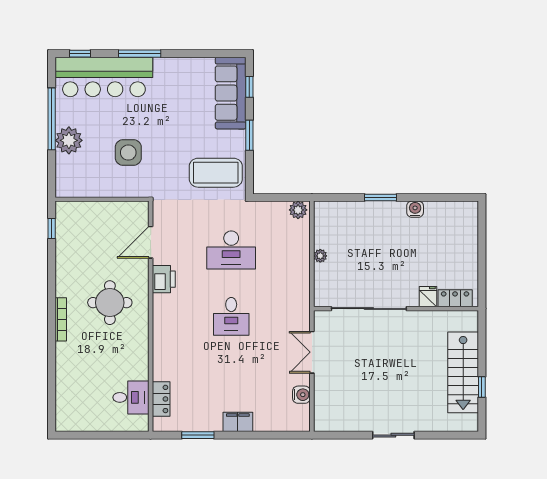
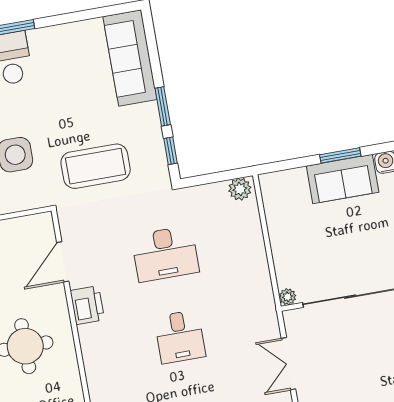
window: (249, 87) -> (170, 151), moved
coffee table: (216, 173) -> (96, 166), moved
sofa: (379, 216) -> (343, 179), added
plant: (320, 256) -> (288, 297), moved

